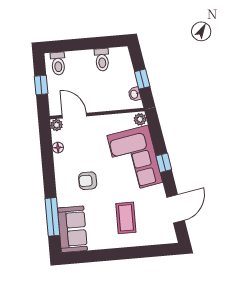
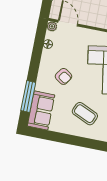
armchair: (88, 181) -> (64, 76), turned -146
coffee table: (126, 218) -> (85, 114), turned -66

